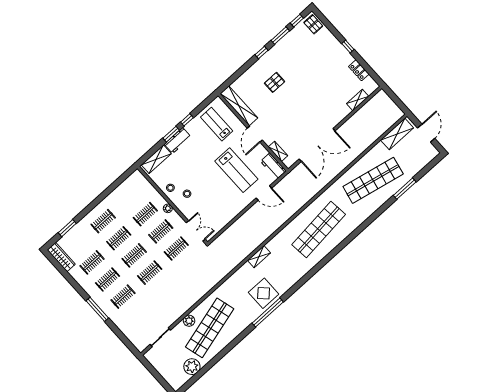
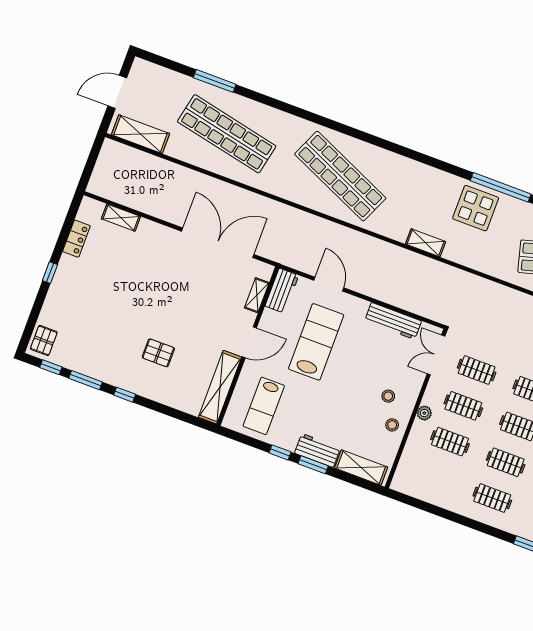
workbench: (226, 217) -> (393, 321), added
shop shelf: (319, 229) -> (340, 176), turned 30

